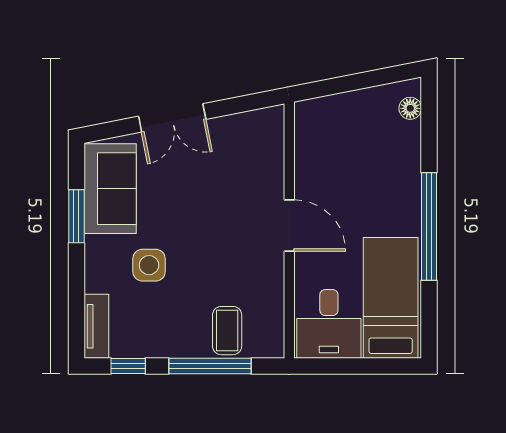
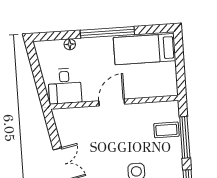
floor lamp: (410, 108) -> (70, 44), moved
desk: (329, 324) -> (65, 86), moved, turned 90

